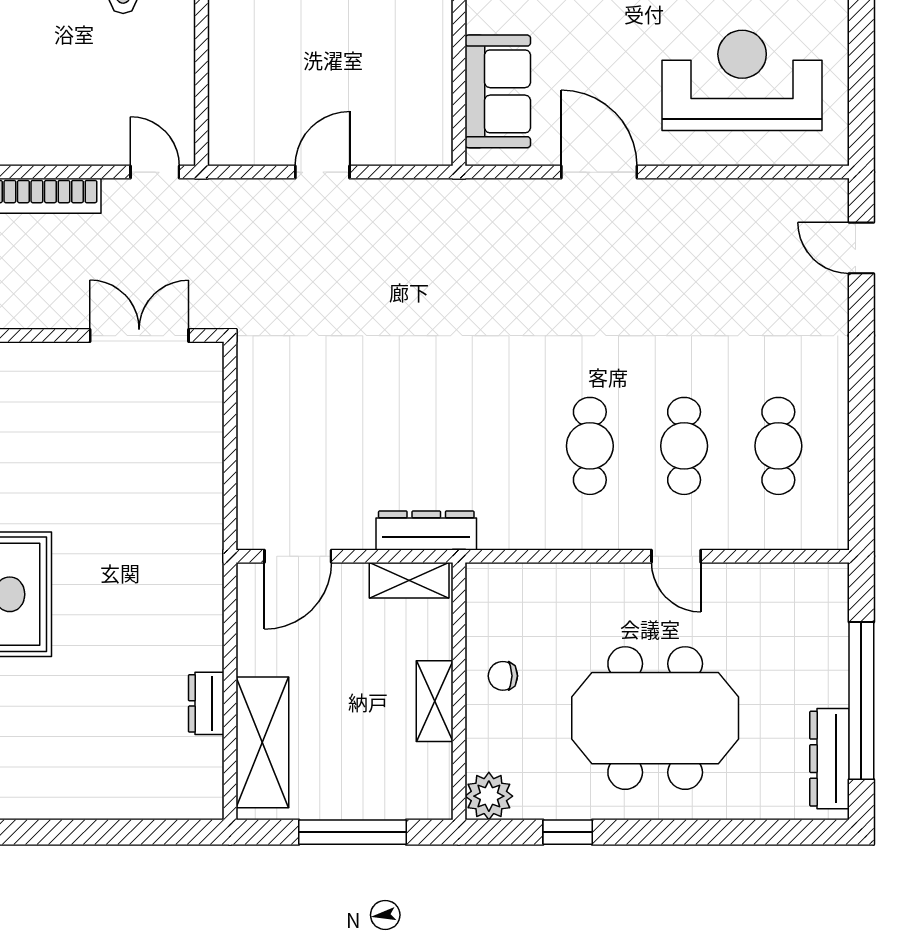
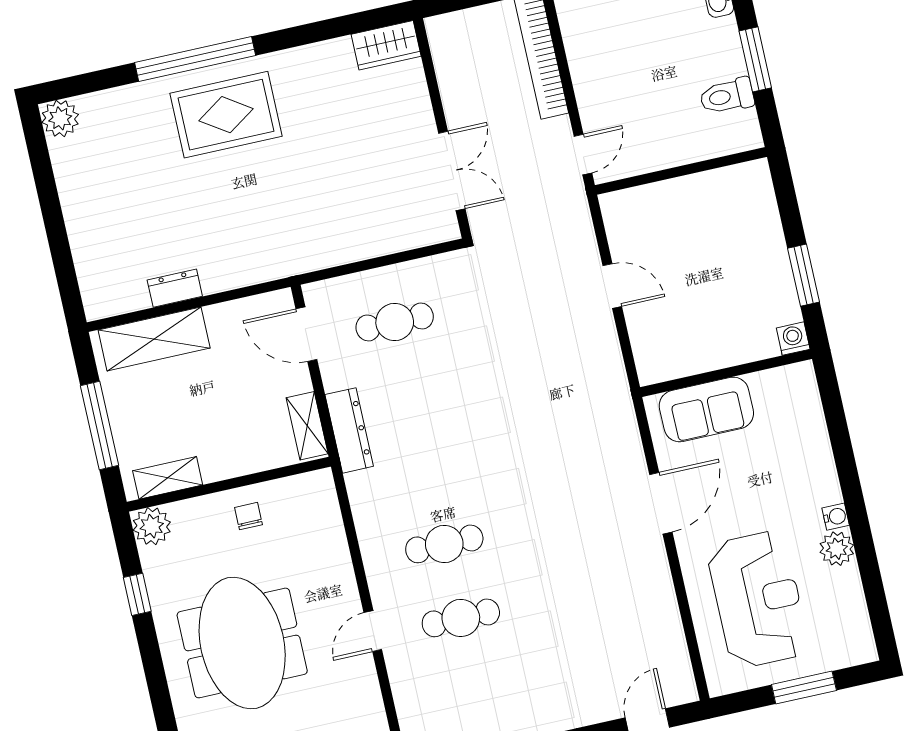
window: (861, 48) -> (804, 687), added
cafe table: (778, 446) -> (395, 322), moved
shelving: (435, 701) -> (168, 478), moved

